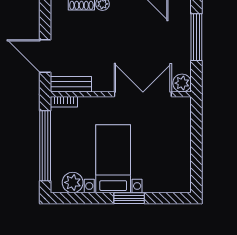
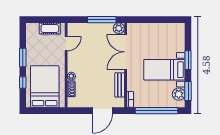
window: (196, 37) -> (102, 20), moved
bench: (71, 84) -> (120, 85), moved
window: (78, 198) -> (188, 91), added

